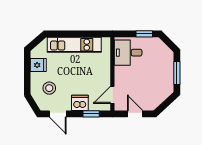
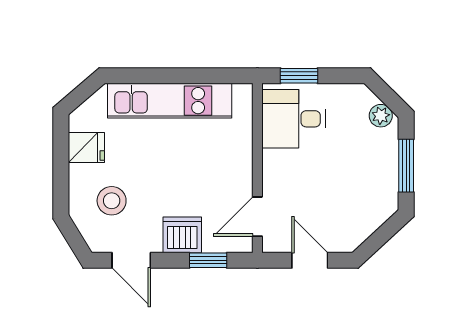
window: (144, 34) -> (299, 76), moved
plant: (166, 51) -> (381, 116), added

